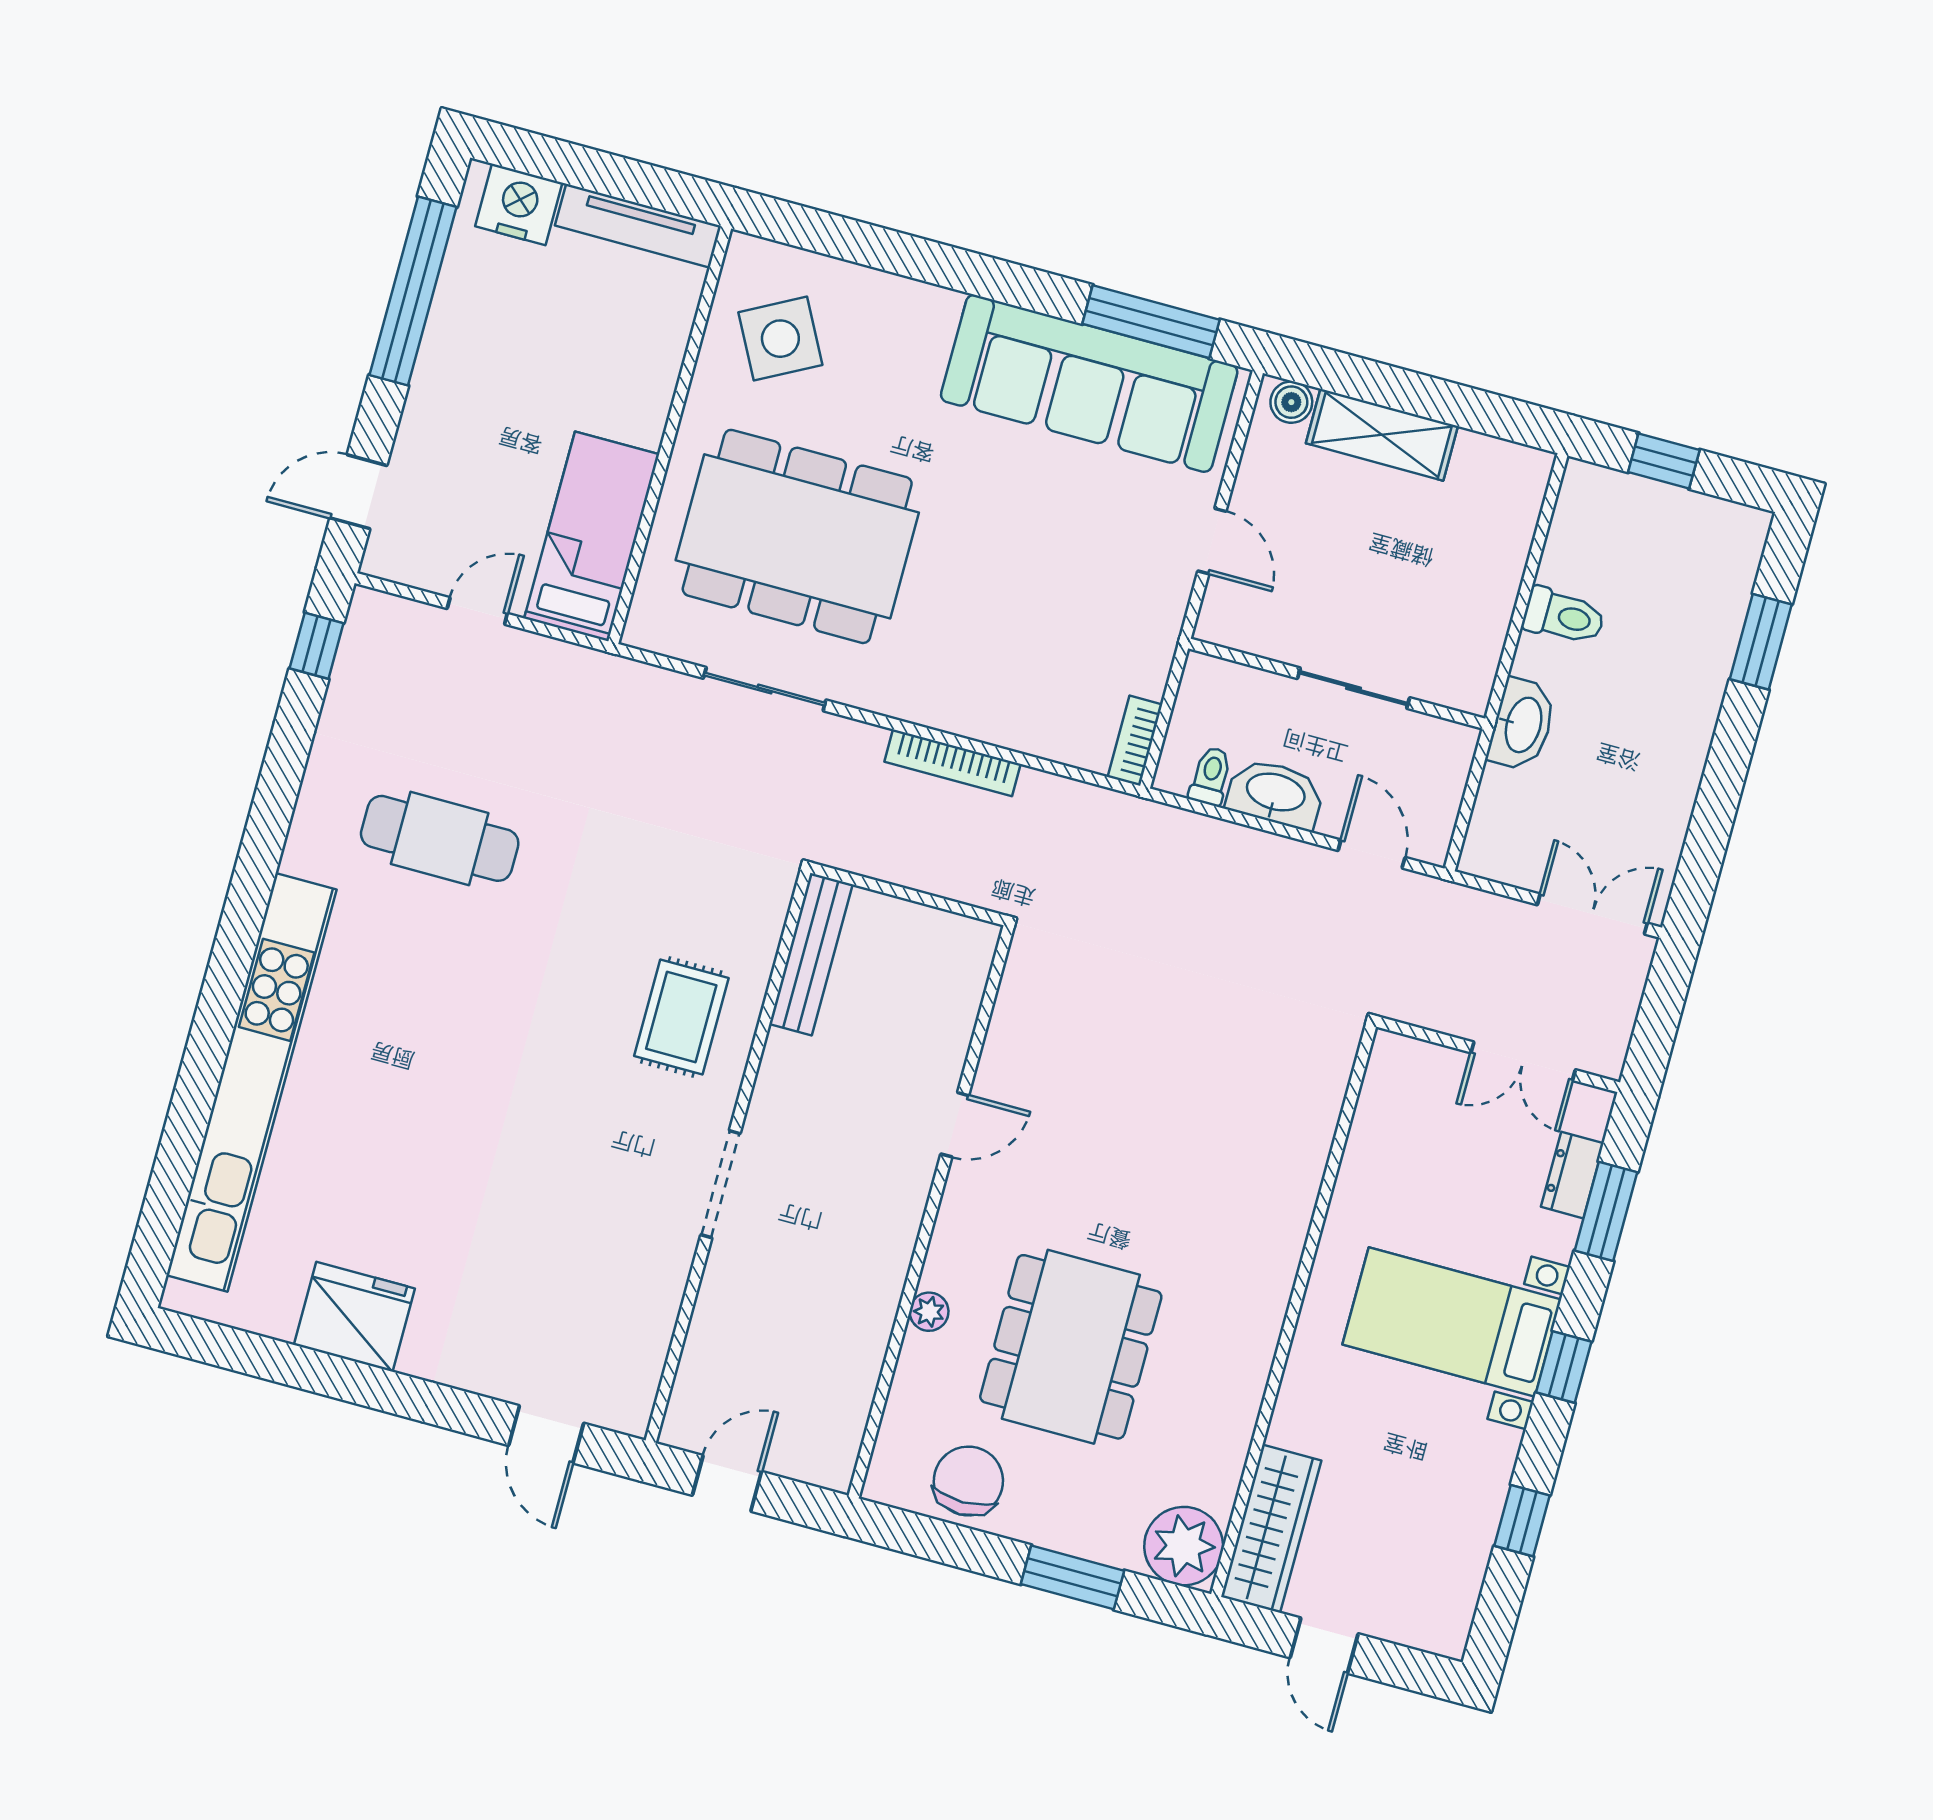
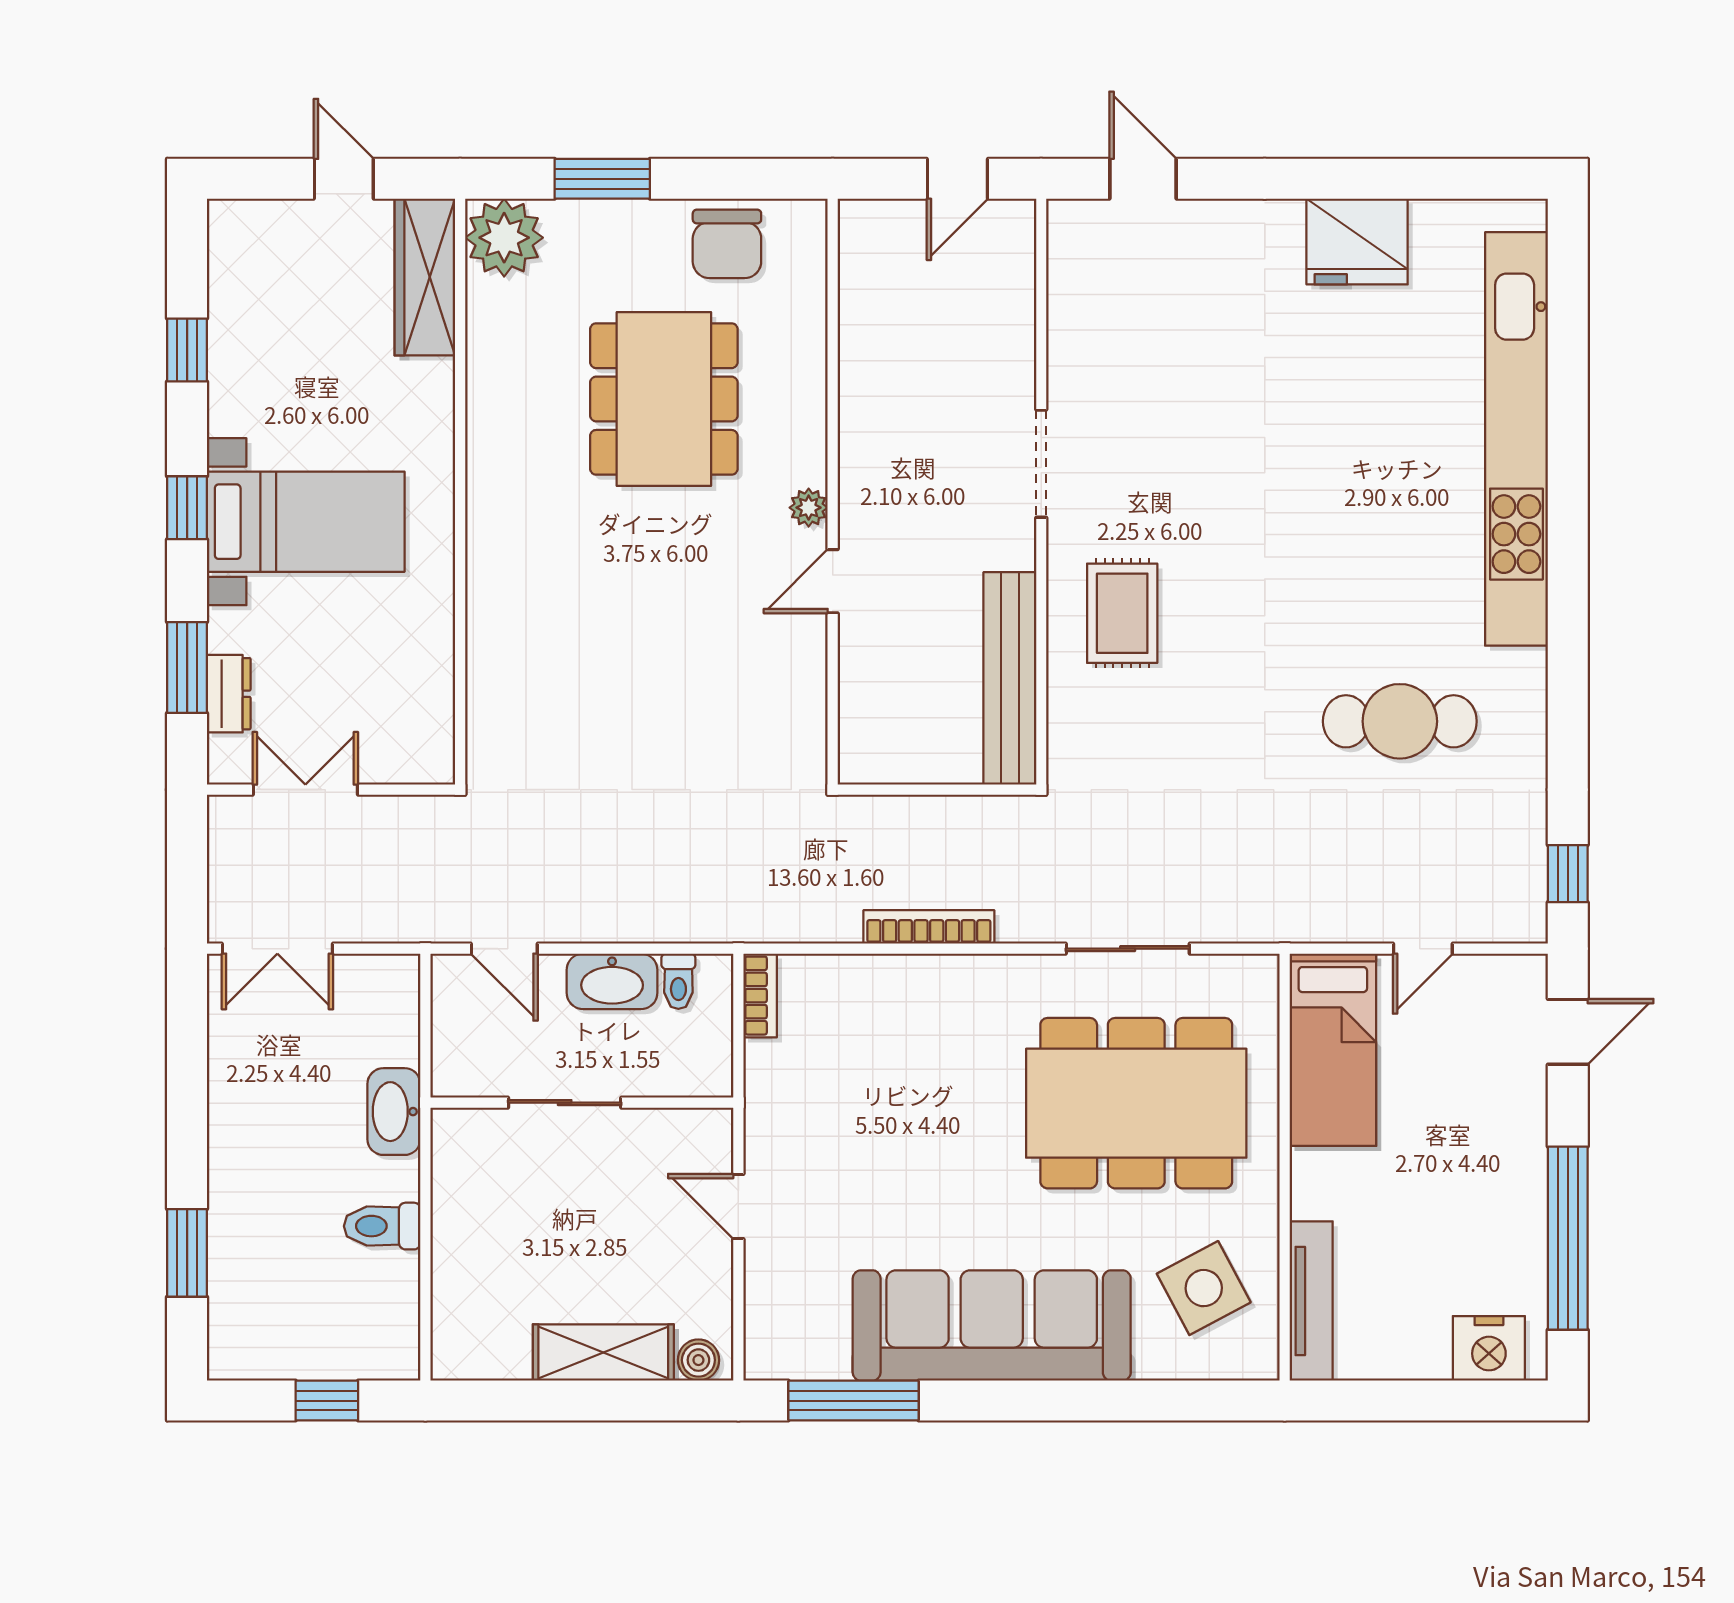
tv unit: (638, 226) -> (1311, 1301), moved, turned 90
sofa: (1089, 383) -> (992, 1325), moved
bench: (811, 954) -> (1010, 678), width x1.37, depth x1.21
plant: (929, 1312) -> (809, 508), moved

